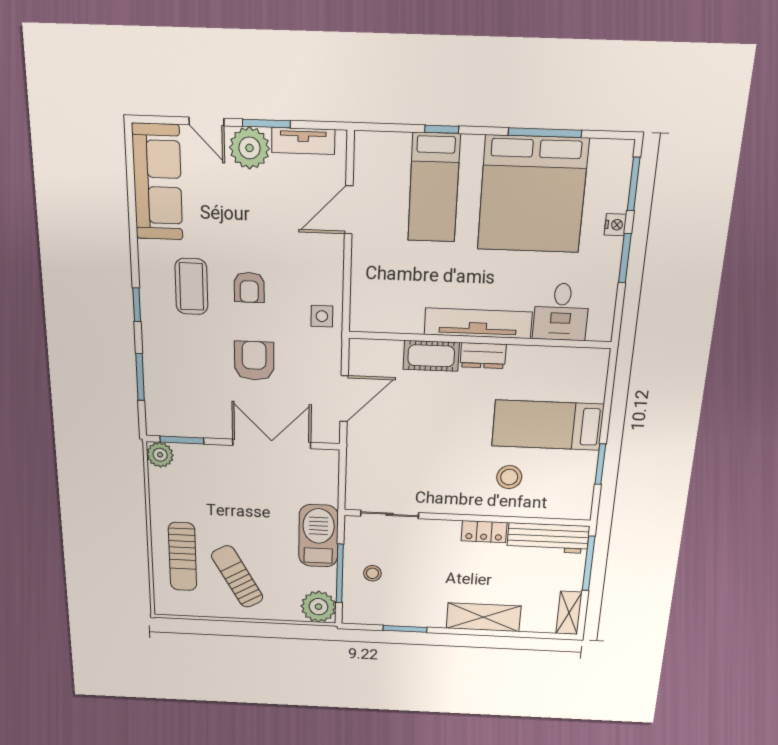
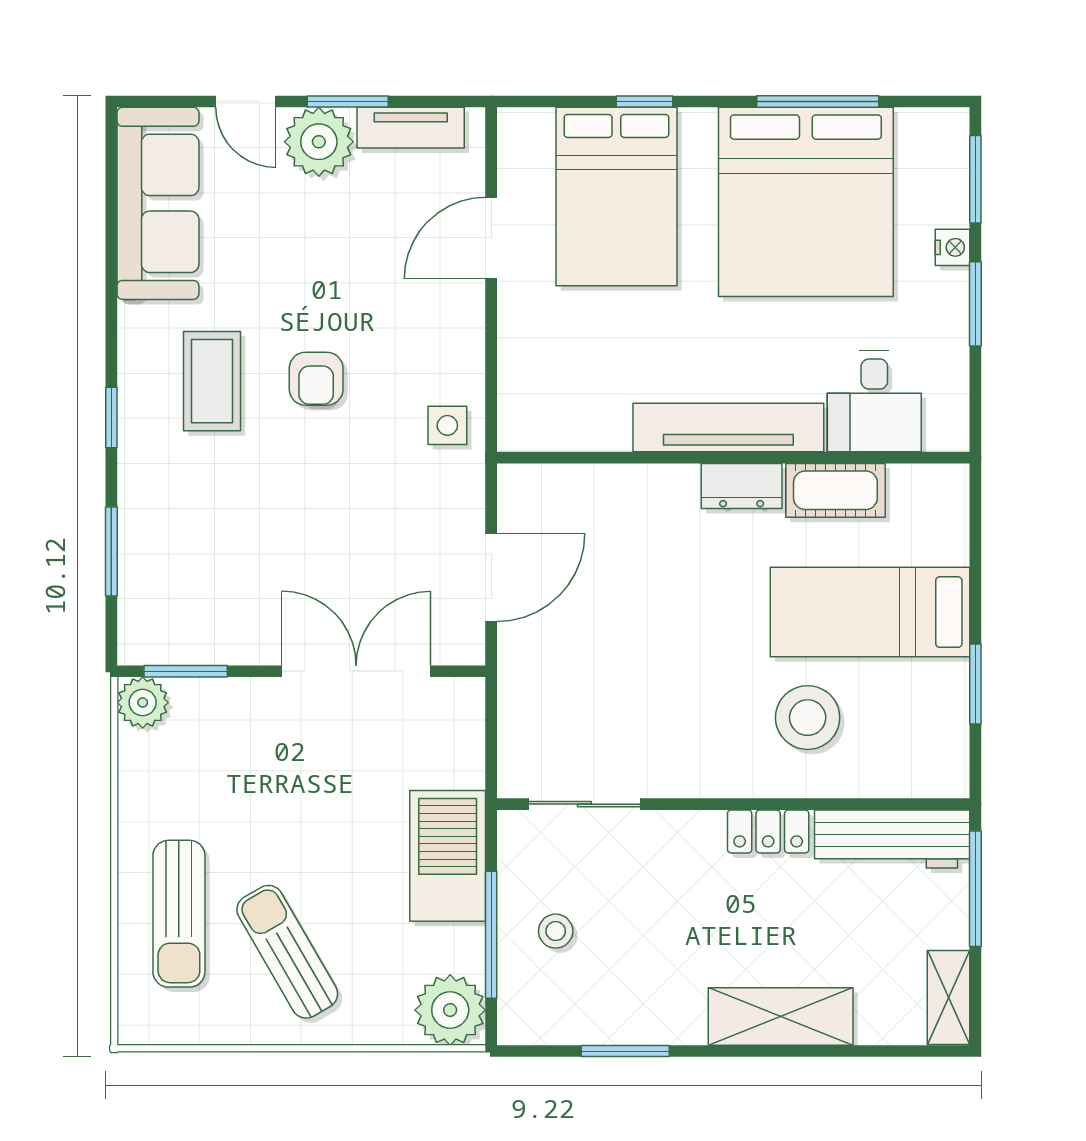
bed: (434, 188) -> (616, 197), width x1.50
cot: (431, 356) -> (835, 490), moved
armchair: (254, 361) -> (324, 512), removed
stool: (509, 477) -> (808, 718), width x1.38, depth x1.38

